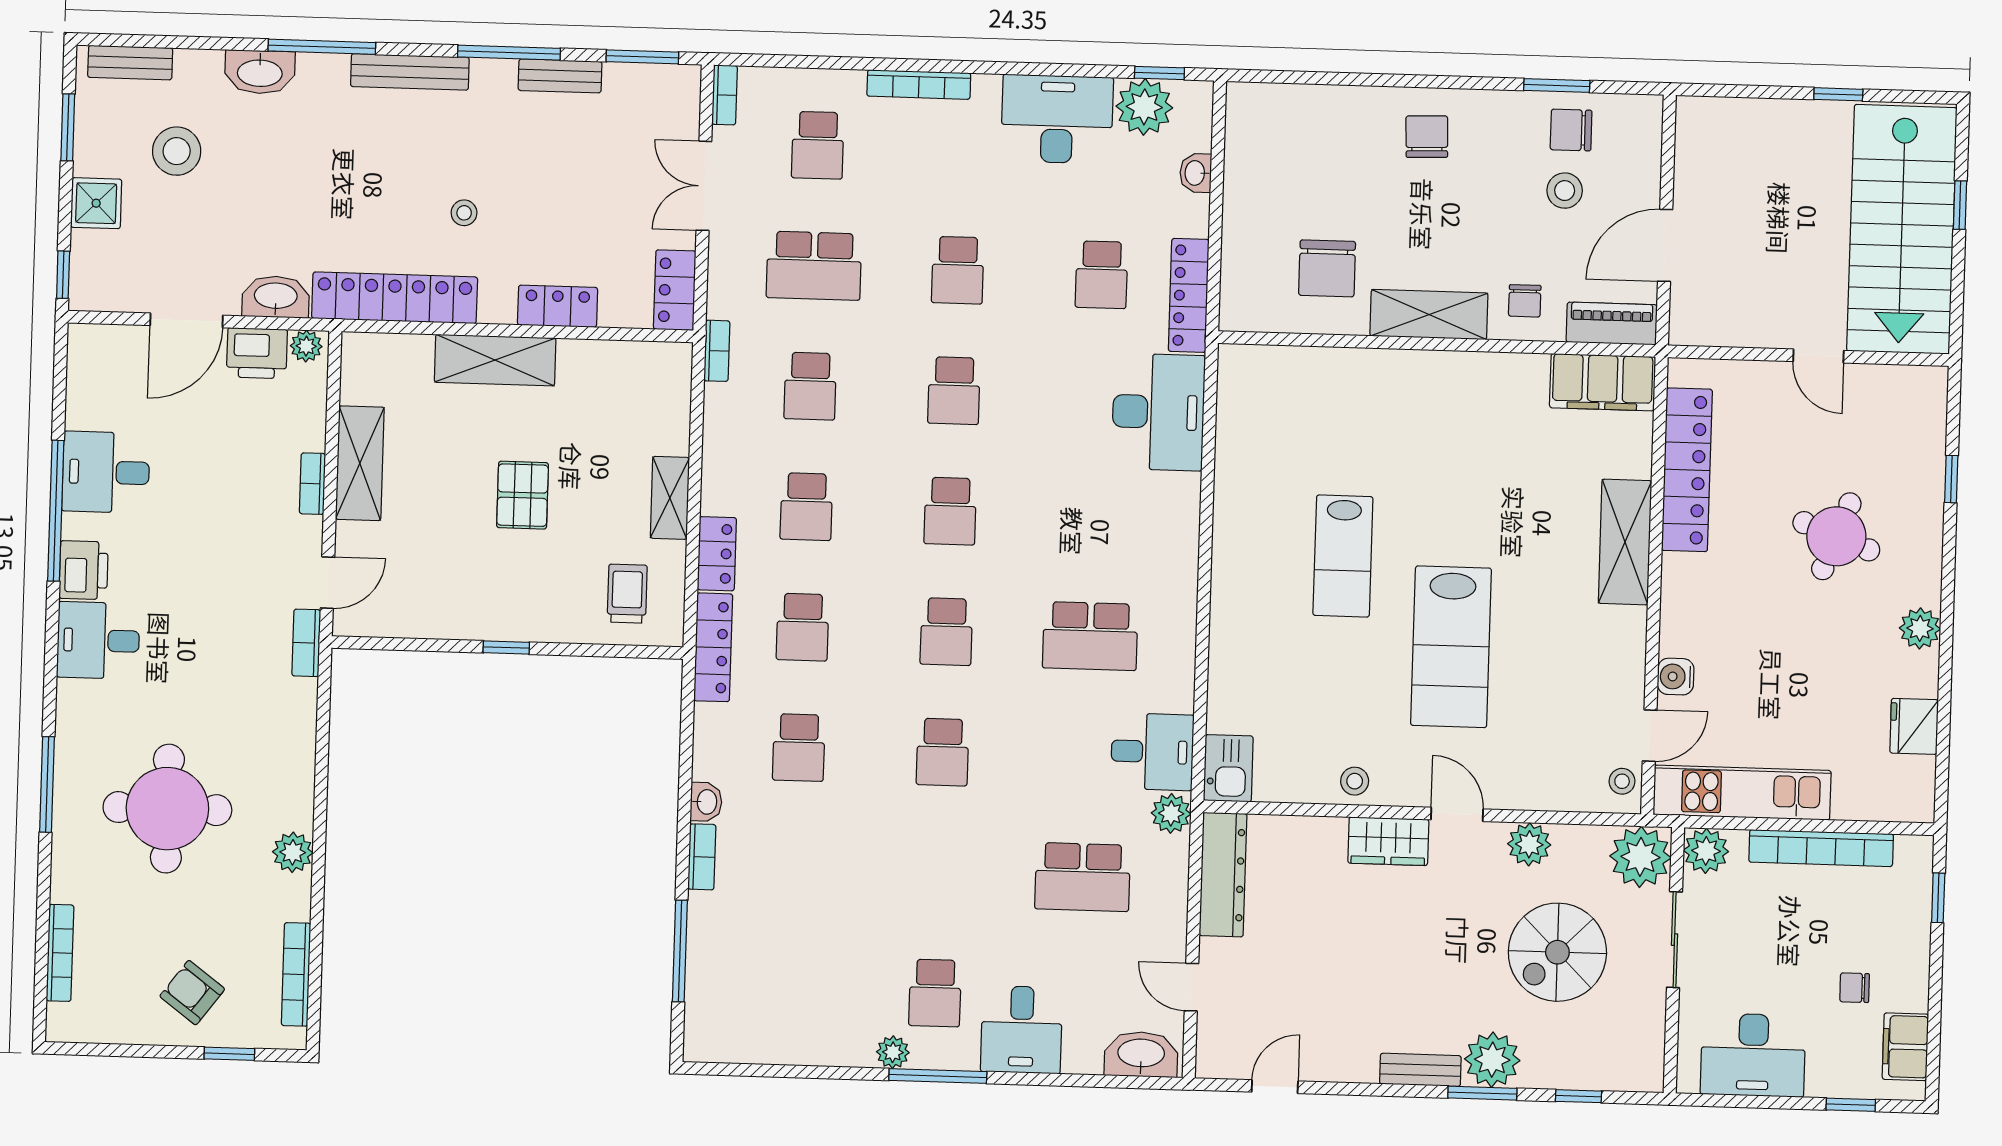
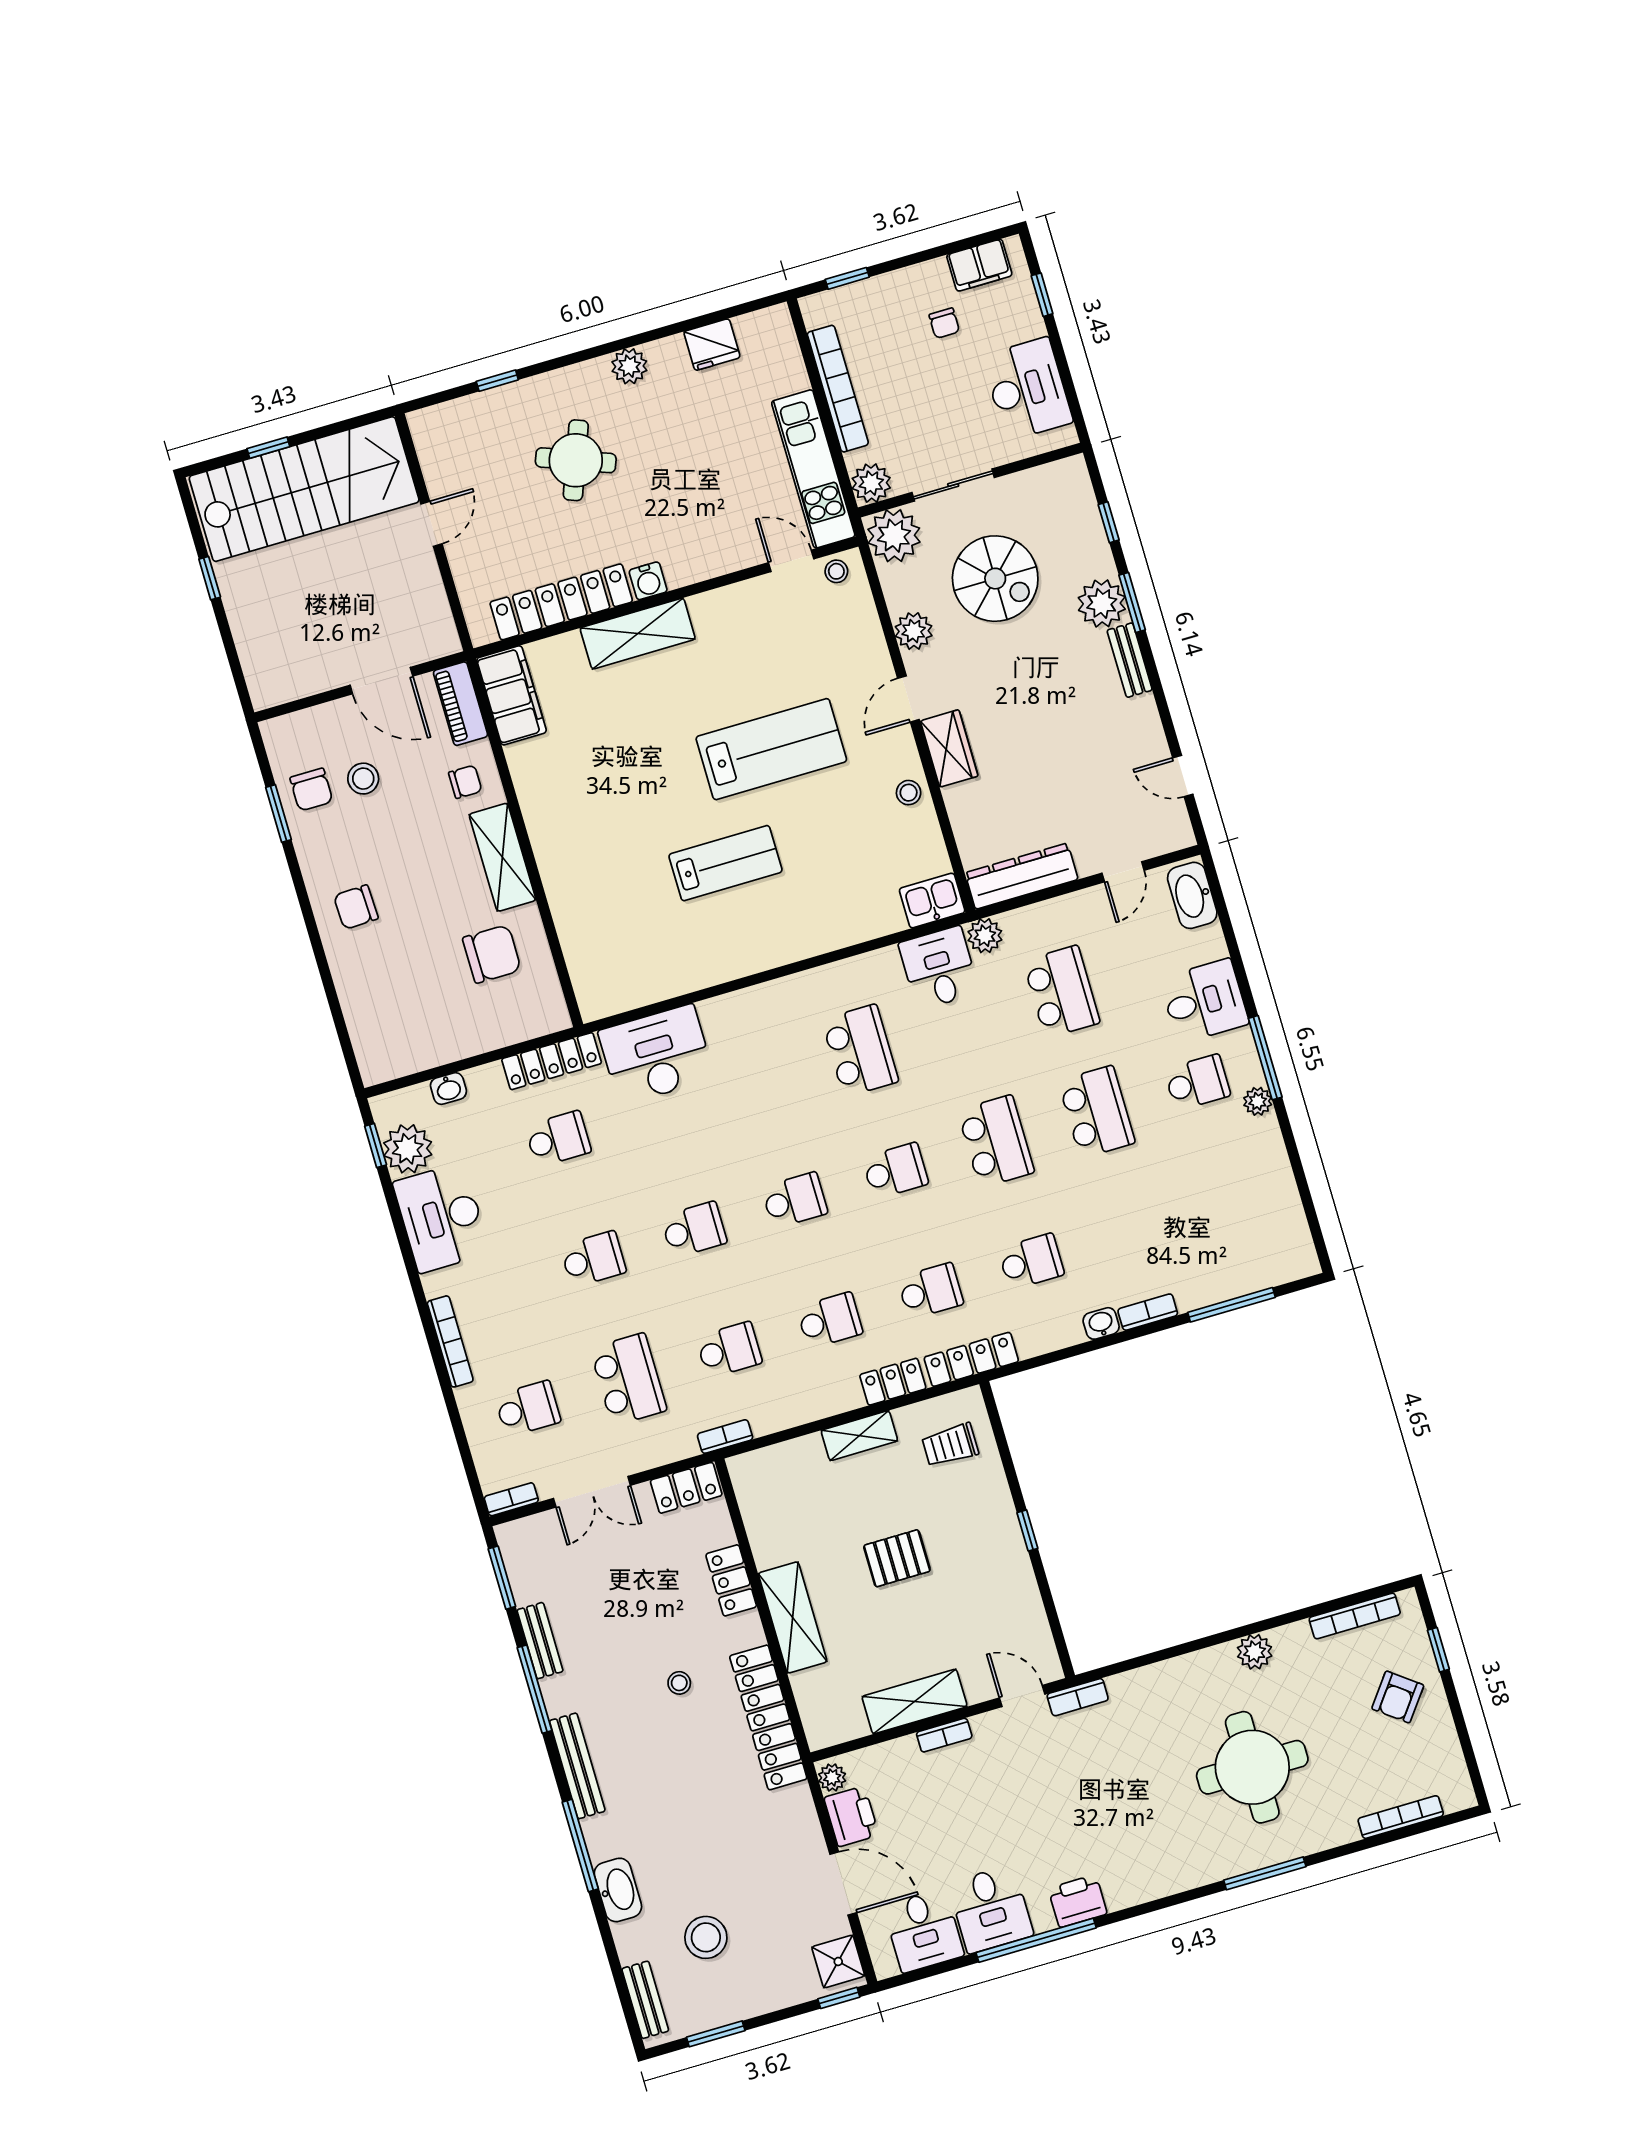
shower: (96, 203) -> (838, 1961), moved
washbasin: (276, 297) -> (800, 1816), removed
desk: (98, 640) -> (924, 1931), moved
water cooler: (1676, 677) -> (648, 581), moved
school desk: (943, 752) -> (996, 1141), width x1.85
school desk: (939, 873) -> (1097, 1112), added

